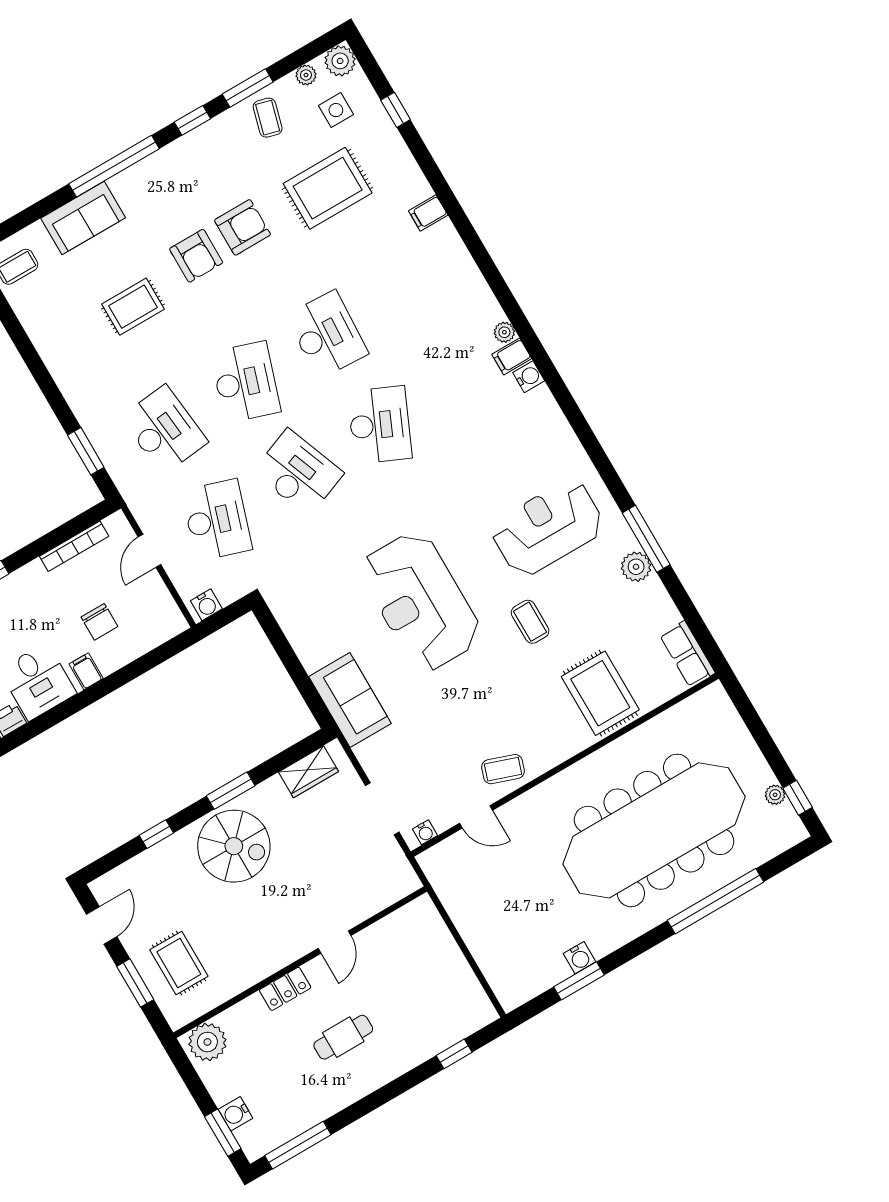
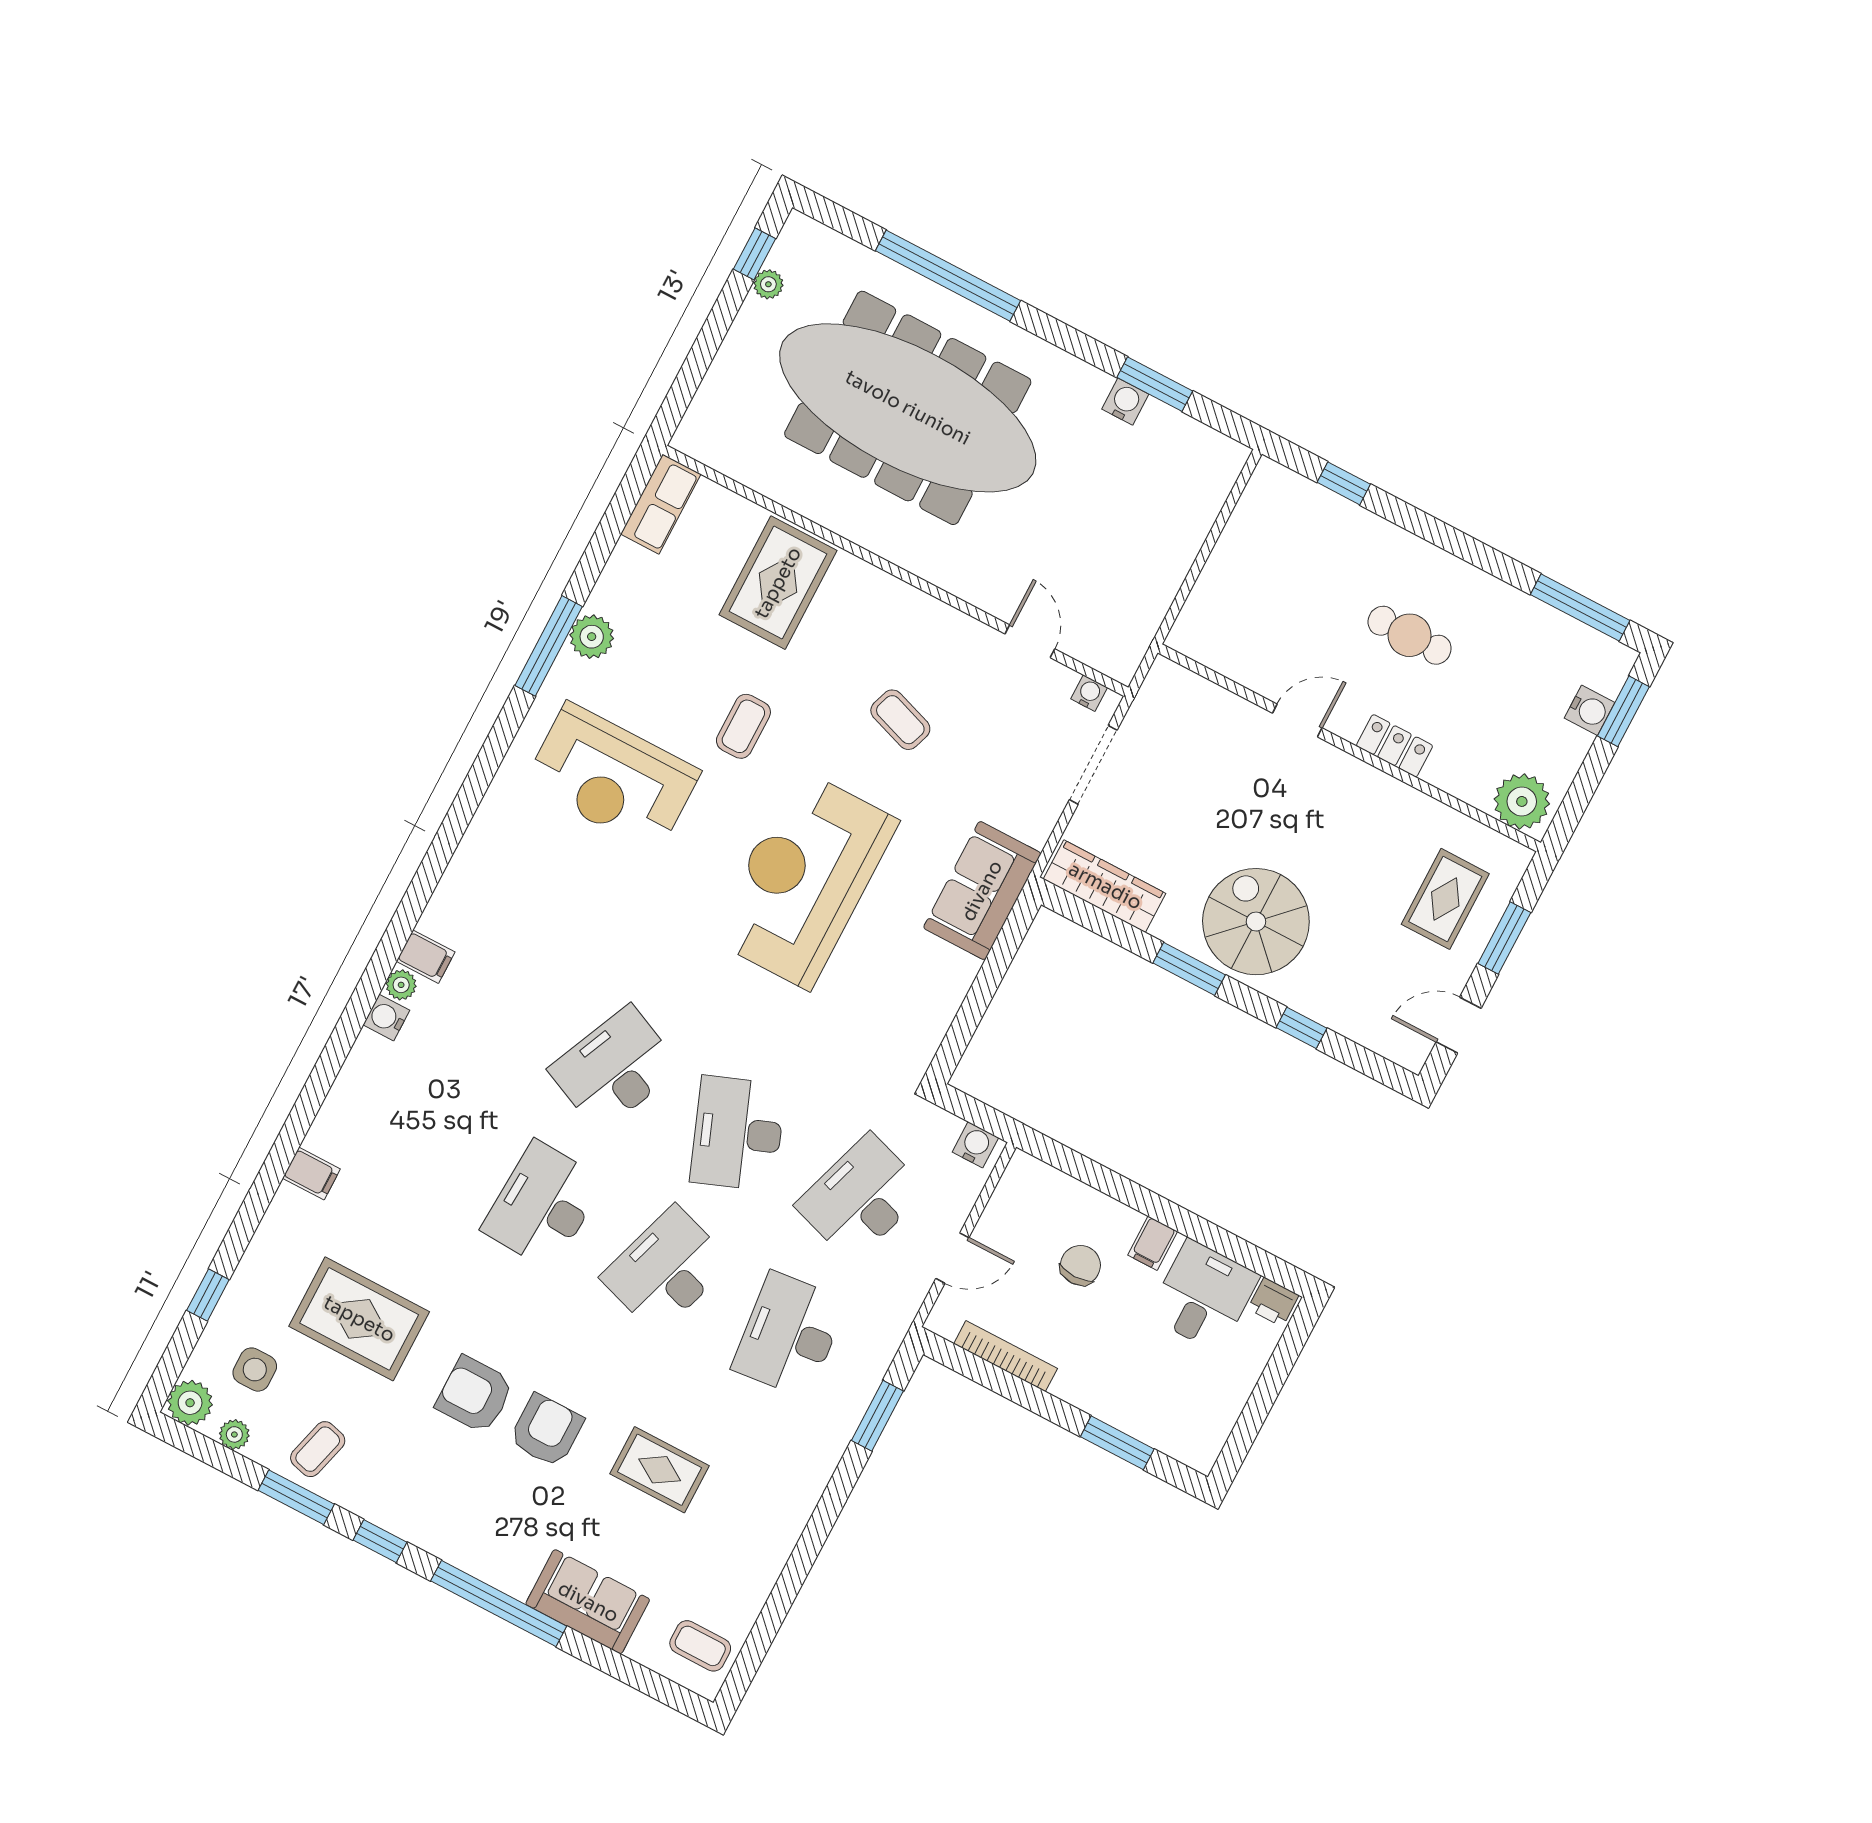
water cooler: (529, 377) -> (386, 1018), moved
reception desk: (420, 602) -> (804, 879), turned 180
coffee table: (503, 769) -> (900, 720), moved
wardrobe: (309, 772) -> (1105, 886), width x1.50

